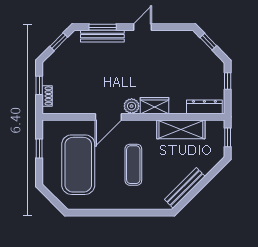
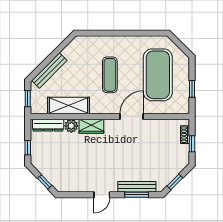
plant: (132, 106) -> (71, 126), moved
bench: (185, 188) -> (49, 70), moved

